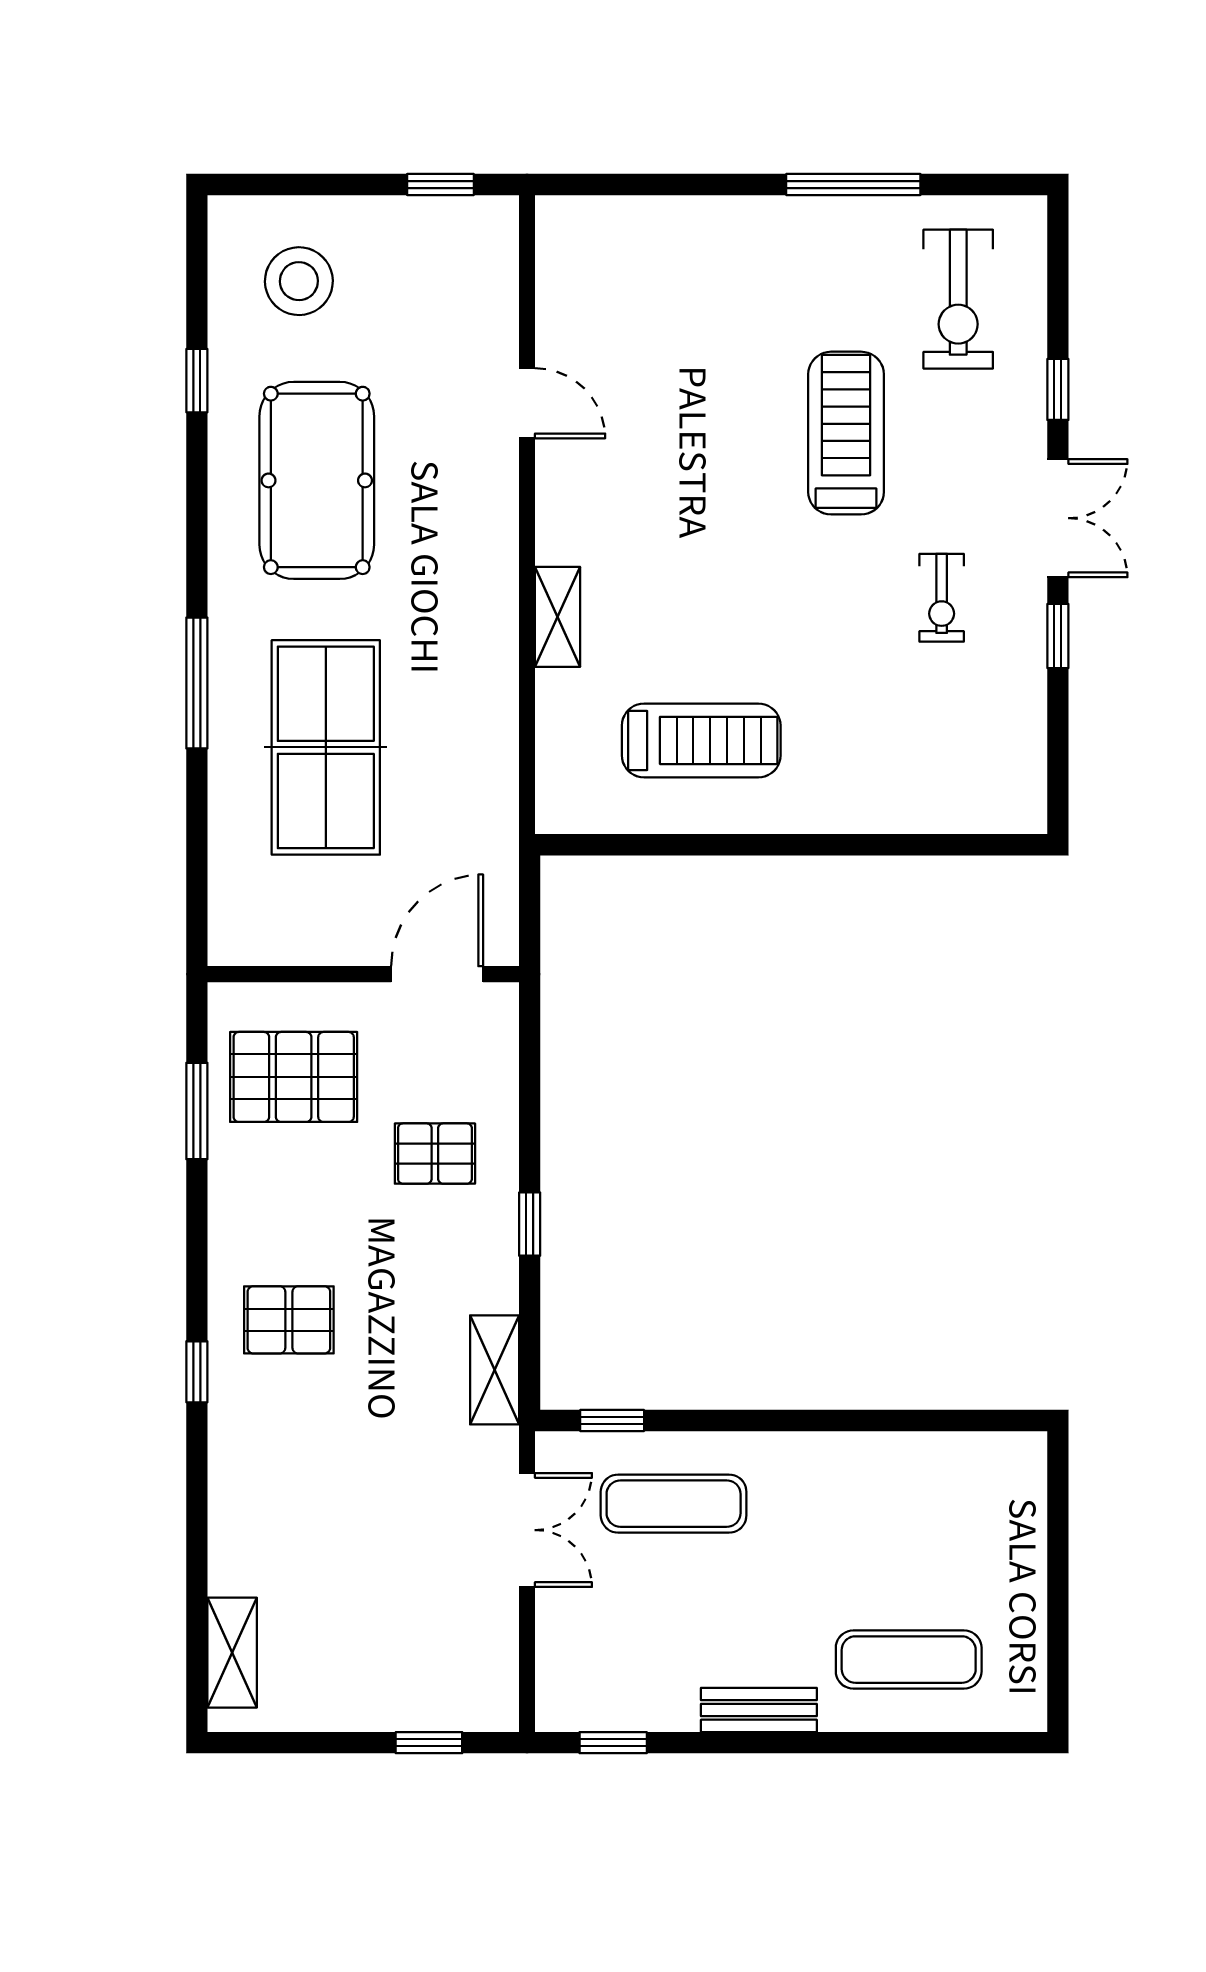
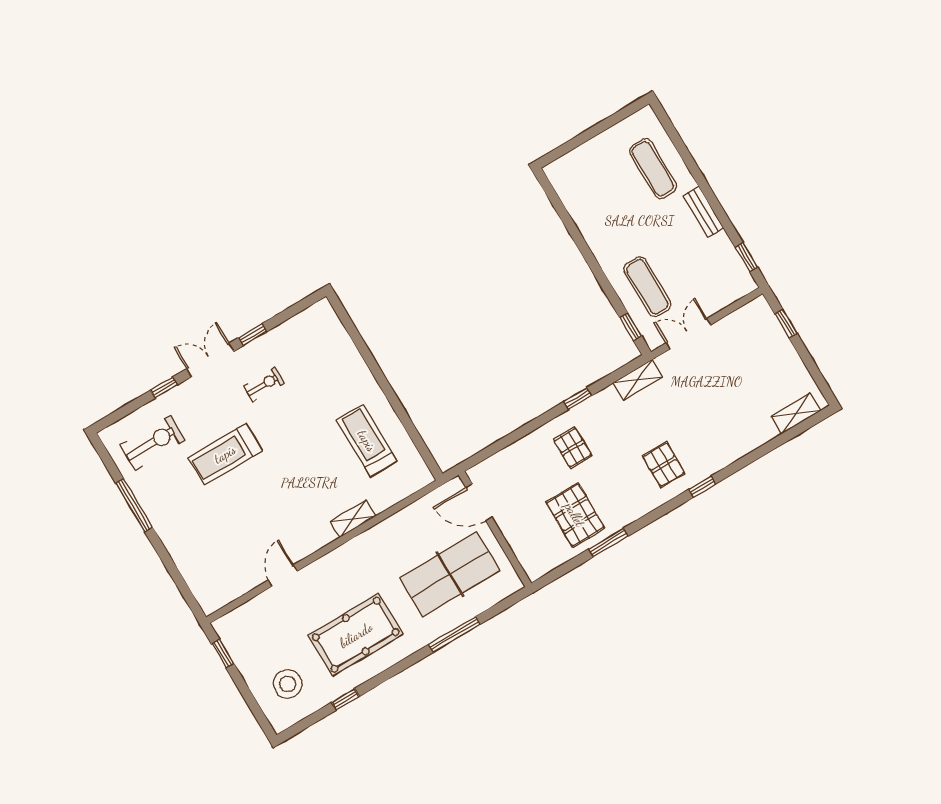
wall: (363, 974) -> (495, 529), moved
door: (437, 974) -> (479, 502), moved

